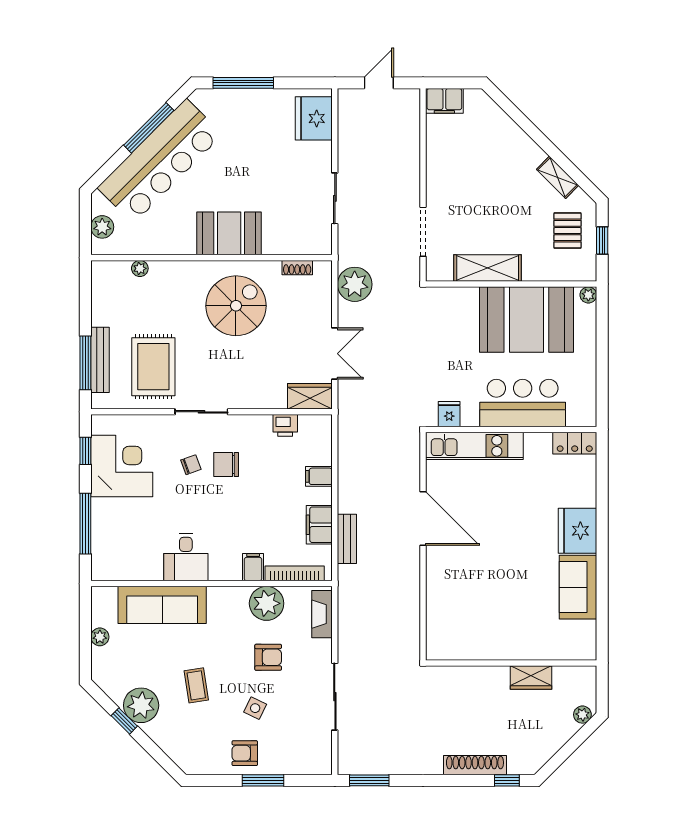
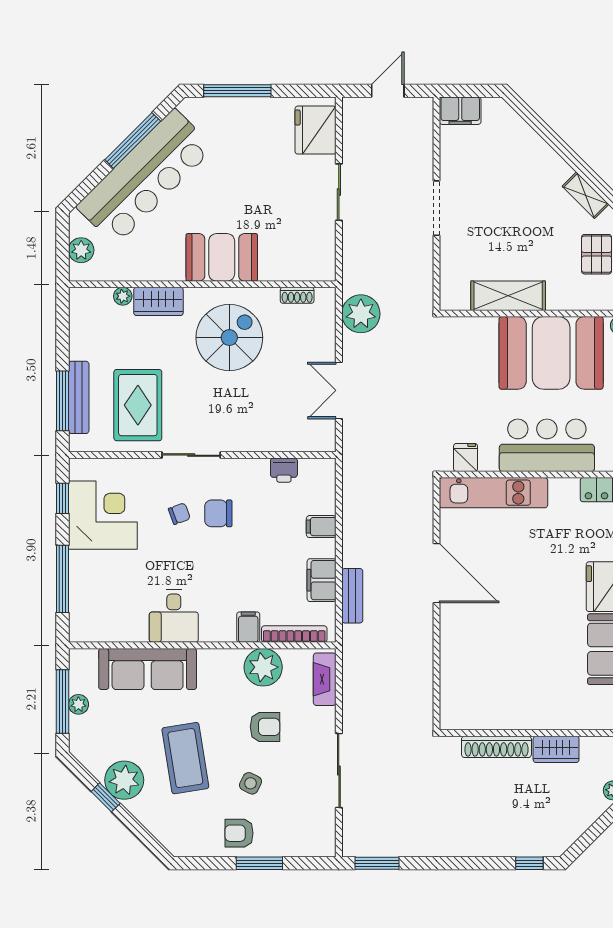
sliding door: (335, 198) -> (339, 192), moved
doorway: (423, 232) -> (436, 208), moved
double door: (335, 354) -> (339, 390), swing flipped
wardrobe: (310, 396) -> (158, 301), moved, turned 180
window: (85, 634) -> (62, 702), added
coffee table: (196, 685) -> (185, 758), width x1.86, depth x1.72
shoe rack: (475, 765) -> (496, 747), moved, turned 180

